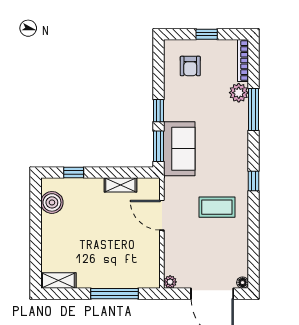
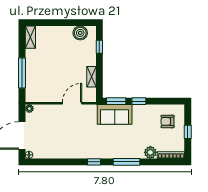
window: (254, 110) -> (126, 162), moved
coffee table: (217, 207) -> (77, 138), removed

